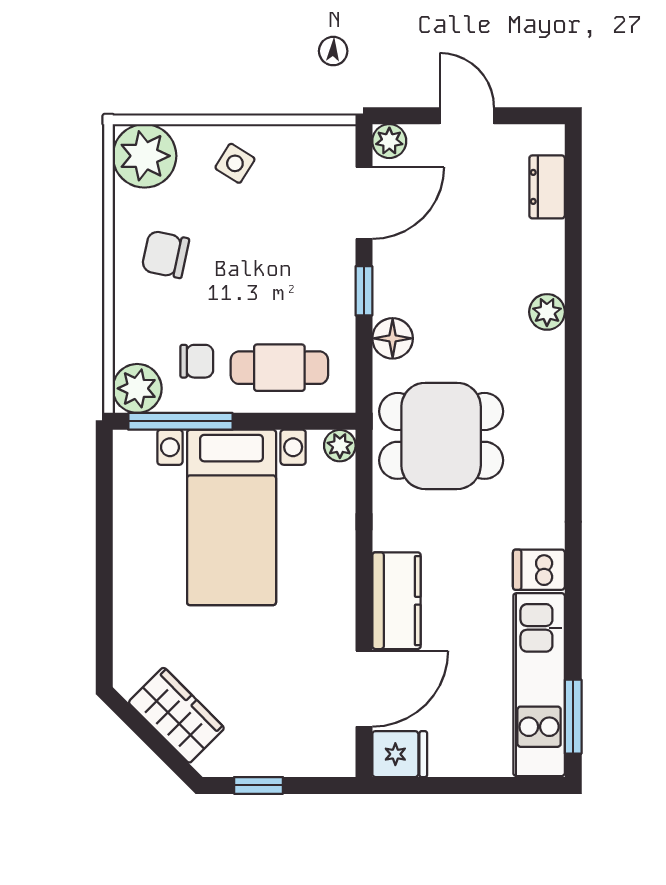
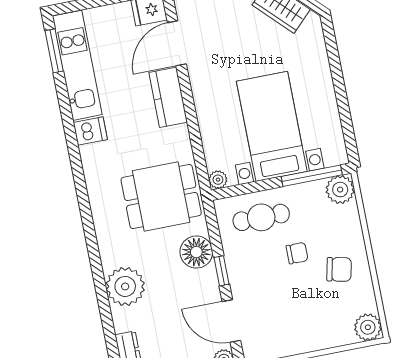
plant: (144, 156) -> (368, 327), width x0.73, depth x0.73
side table: (235, 163) -> (310, 329), removed
door: (364, 203) -> (231, 321), hinge flipped
plant: (547, 312) -> (125, 286), width x1.87, depth x1.87
floor lamp: (393, 338) -> (196, 252), width x1.38, depth x1.38
chair: (197, 361) -> (297, 253), moved, turned 180

